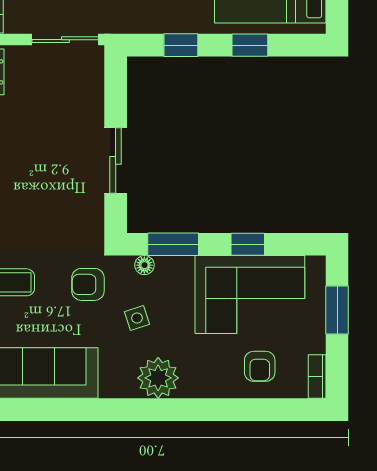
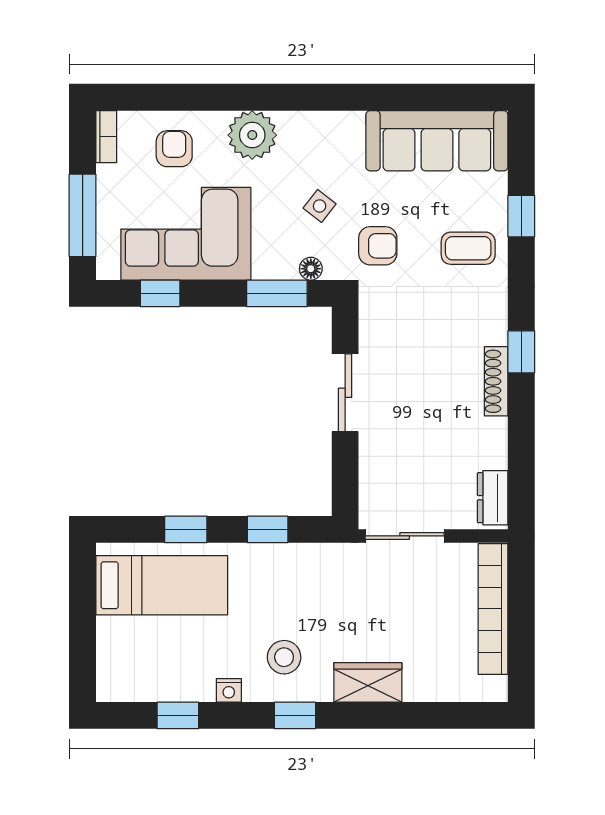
window: (248, 244) -> (160, 293), moved
window: (337, 310) -> (83, 215), width x1.44
side table: (137, 318) -> (320, 206), turned -34
plant: (158, 378) -> (252, 135), moved

